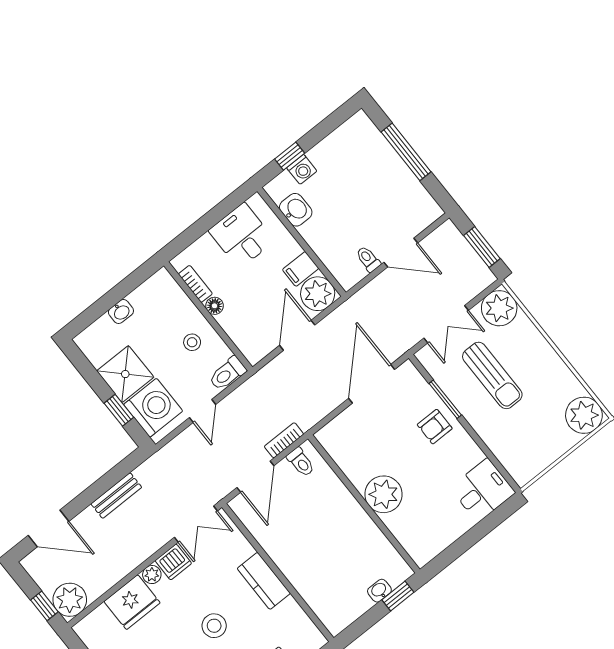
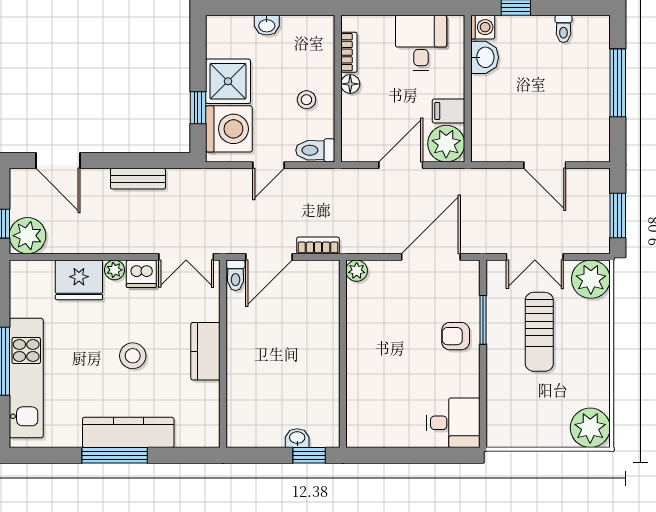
washing machine: (302, 169) -> (483, 27), moved, turned -90
toilet: (368, 259) -> (563, 29), moved, turned 180
toilet: (301, 462) -> (235, 275), moved
plant: (383, 494) -> (357, 271), moved, width x0.53, depth x0.53

